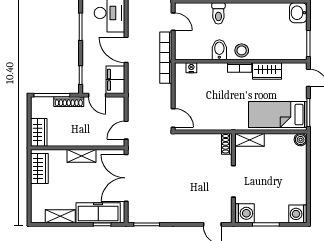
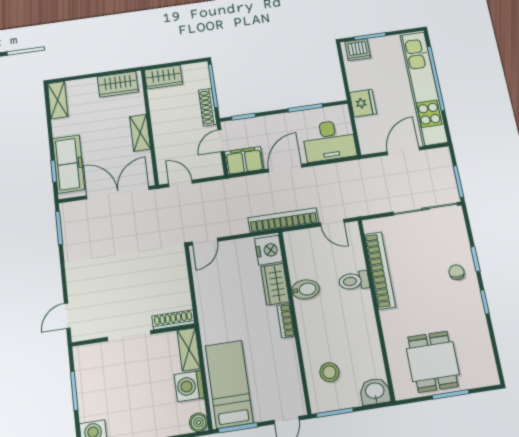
door: (173, 22) -> (332, 223), hinge flipped
stool: (242, 50) -> (329, 372), moved
nightstand: (191, 68) -> (269, 250), width x1.89, depth x1.79
wardrobe: (267, 71) -> (275, 284), moved
shoe rack: (227, 144) -> (173, 320), width x1.43
washing machine: (244, 213) -> (189, 386), moved, turned 90
shelving: (60, 216) -> (58, 100), moved

